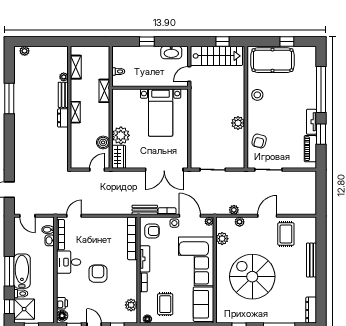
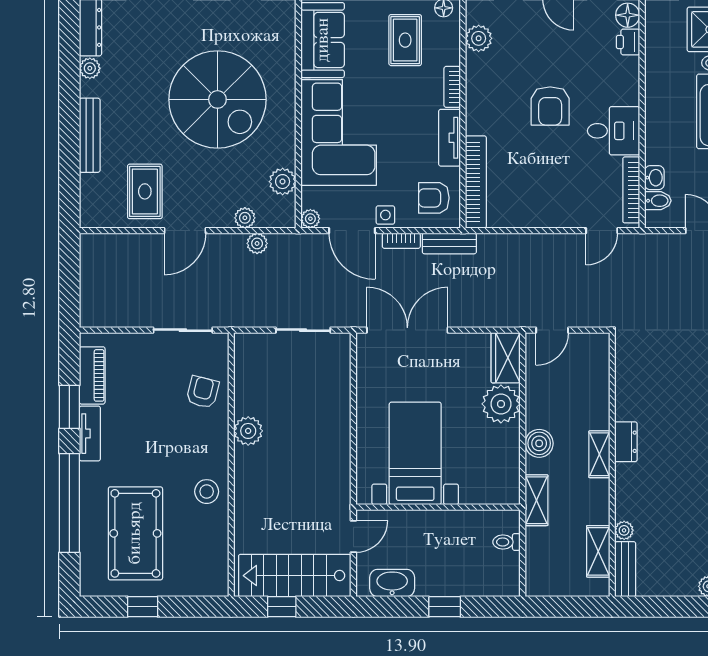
pool table: (273, 60) -> (135, 533), moved, turned 90
bench: (63, 95) -> (625, 569), moved
boiler: (103, 142) -> (539, 443), moved
plant: (311, 291) -> (90, 68), added

